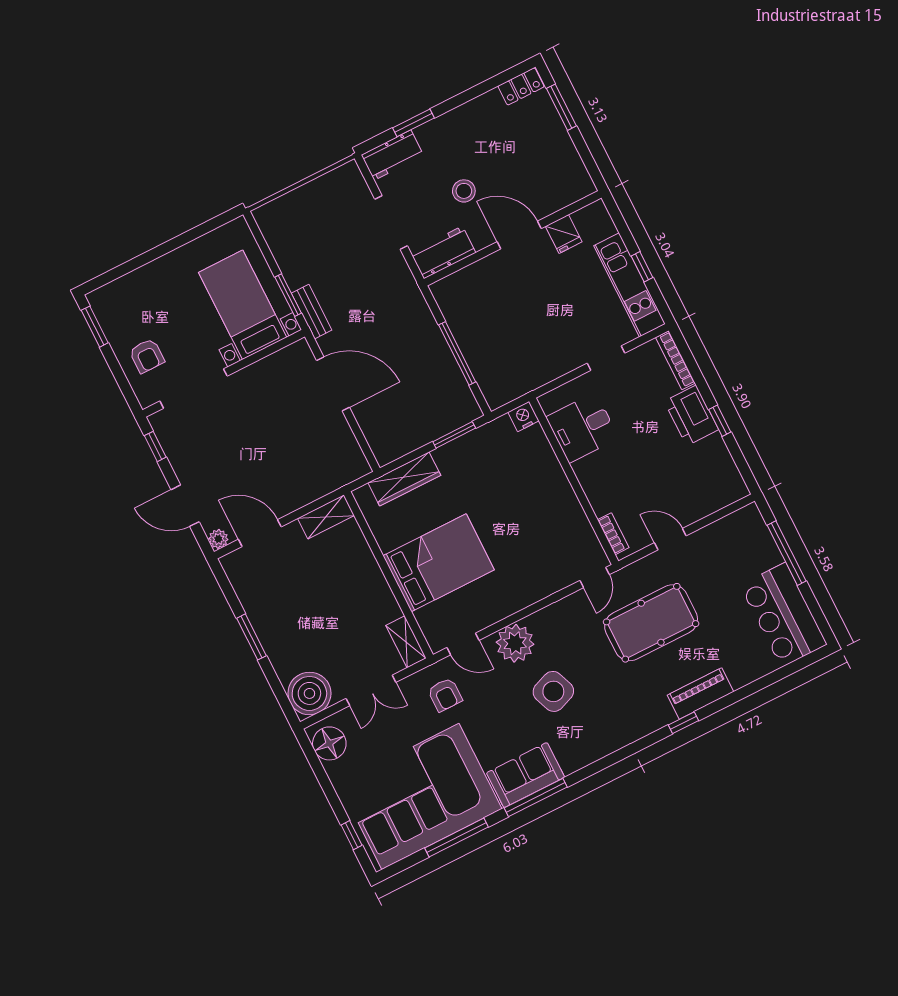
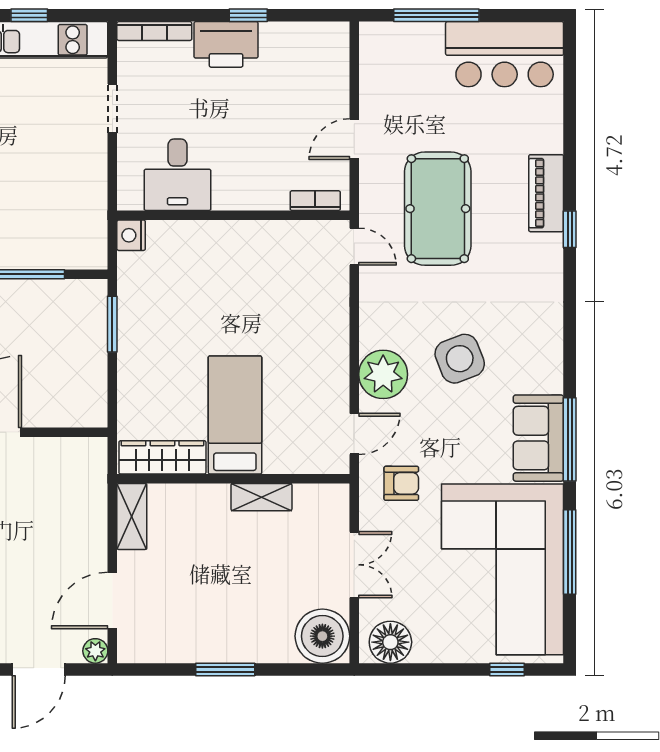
wardrobe: (404, 479) -> (162, 457), moved, turned -90
bed: (439, 563) -> (235, 415), width x0.67
shelving: (406, 642) -> (261, 497), moved

